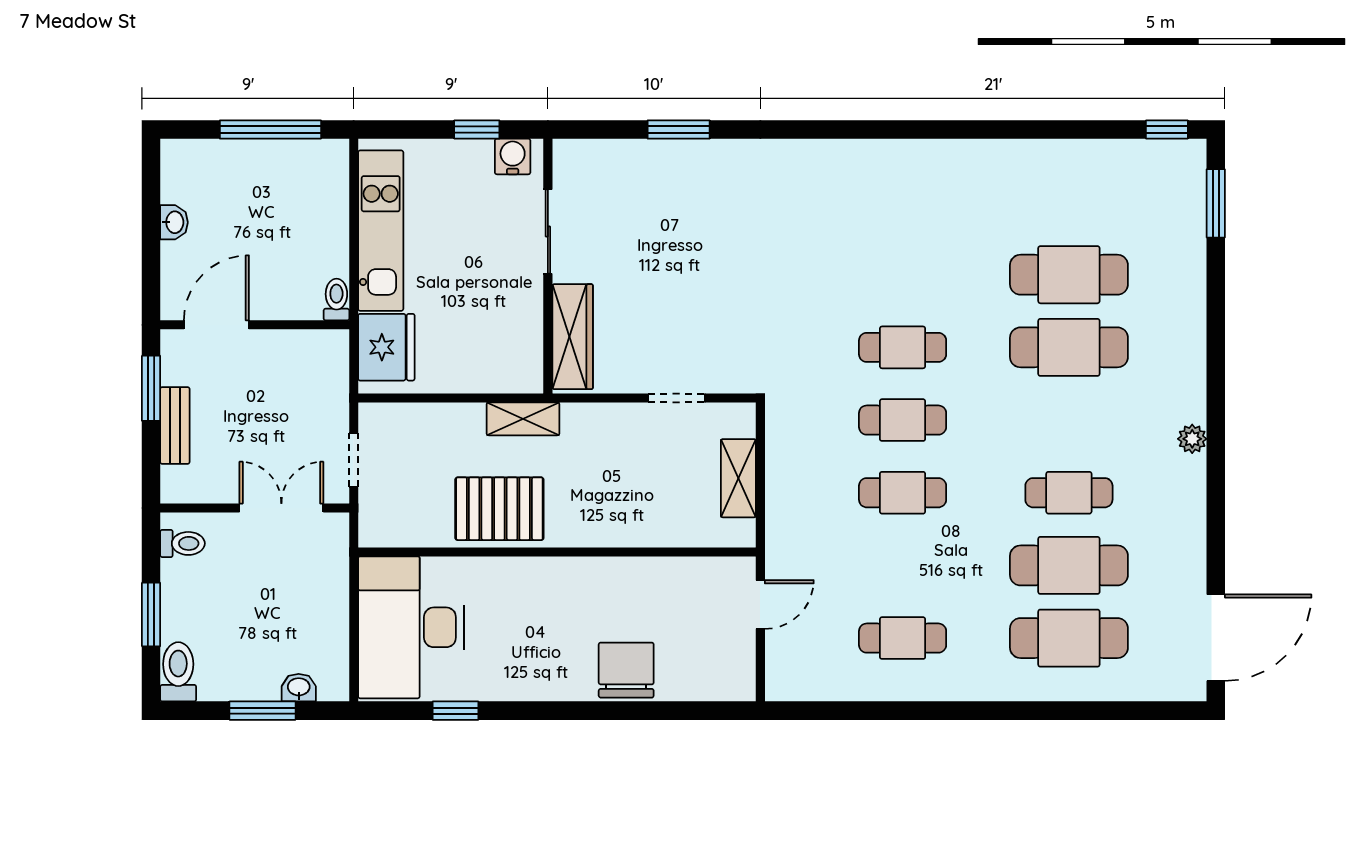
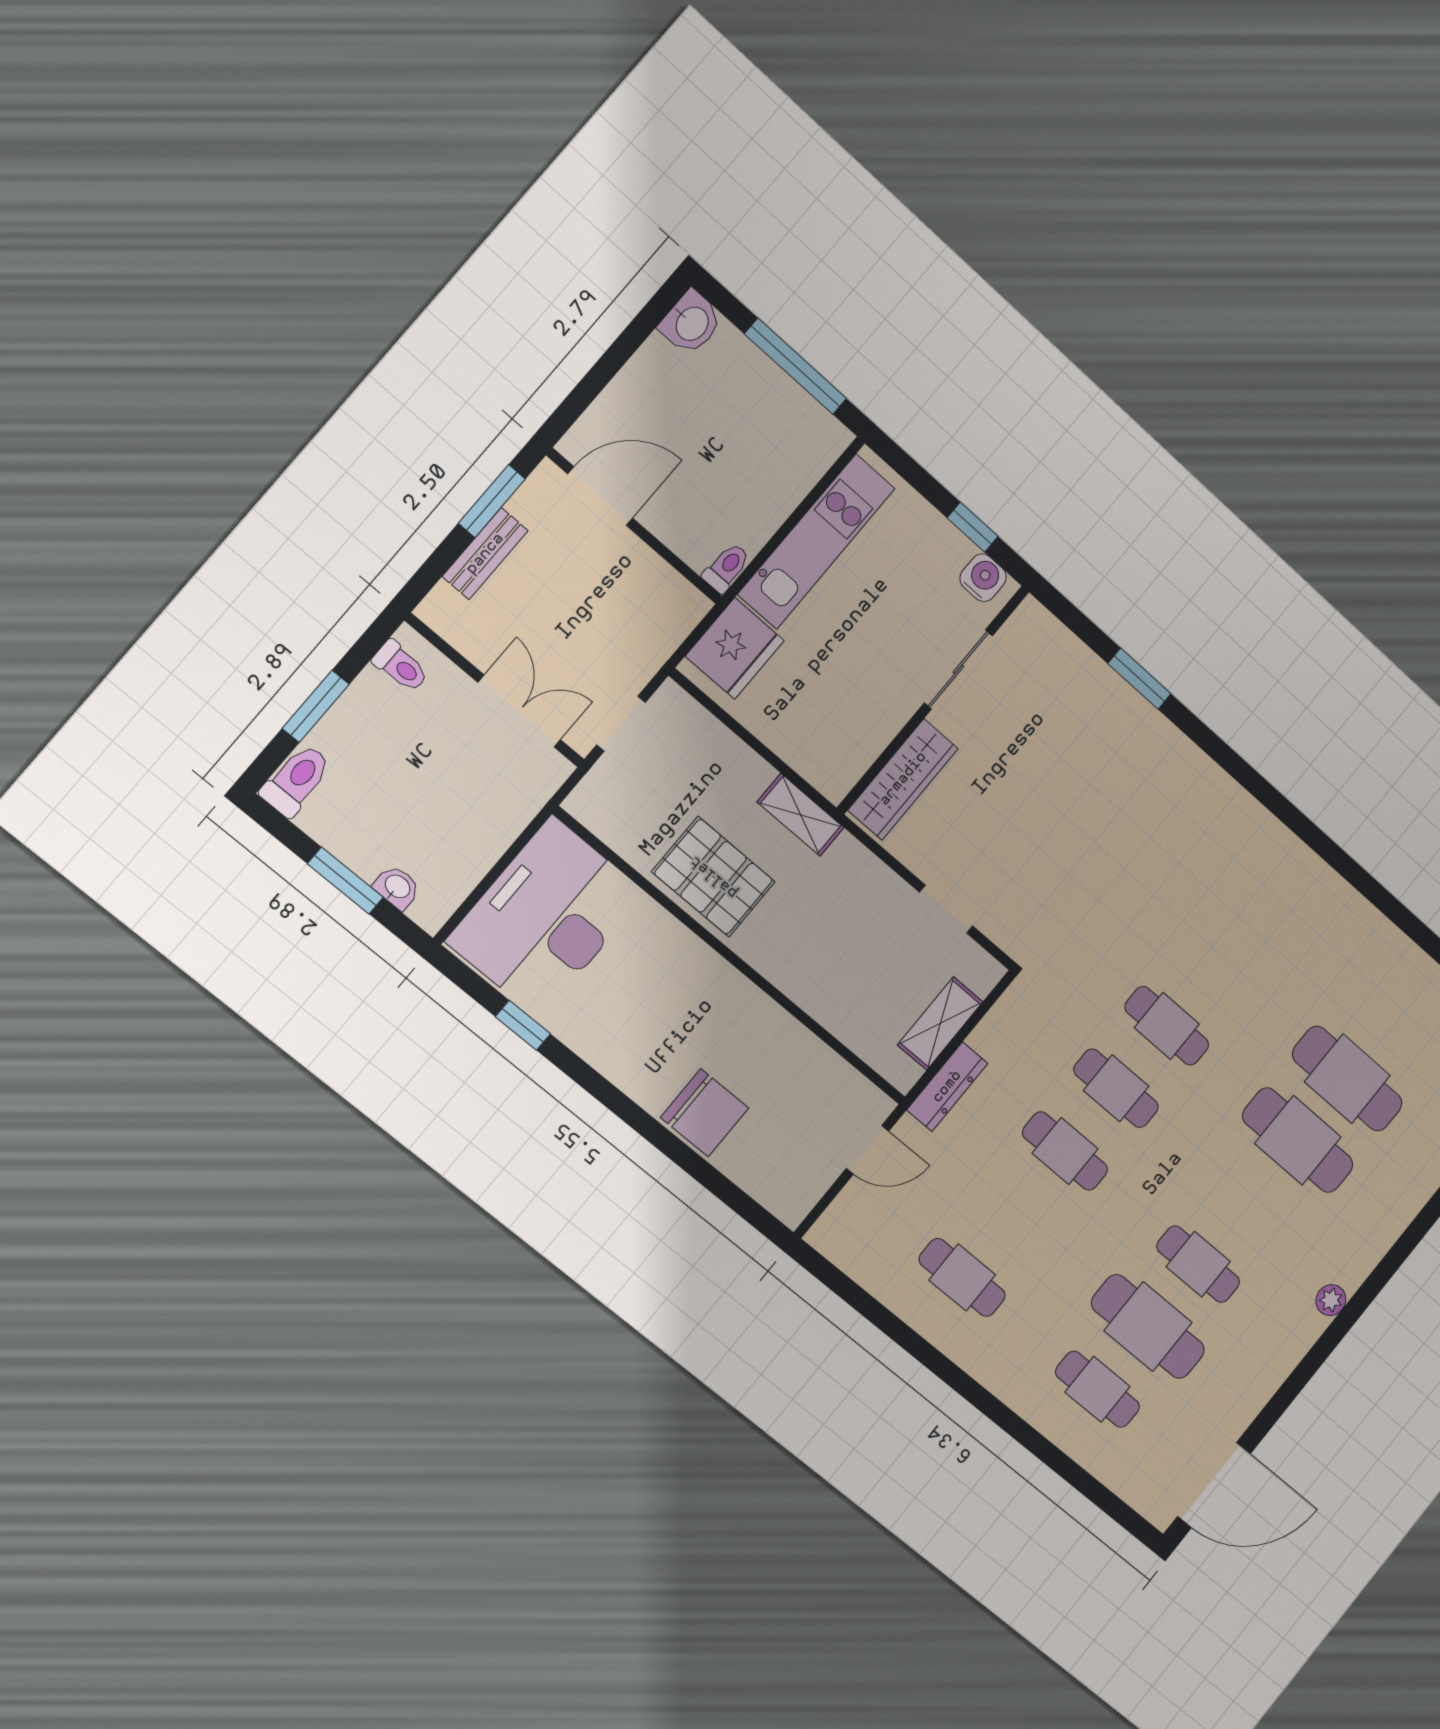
washbasin: (174, 222) -> (691, 323), moved, width x1.38, depth x1.45
dresser: (780, 517) -> (947, 1087), added
cafe table: (1069, 638) -> (1098, 1389), width x0.73, depth x0.74
chair: (626, 670) -> (705, 1113), turned 90

